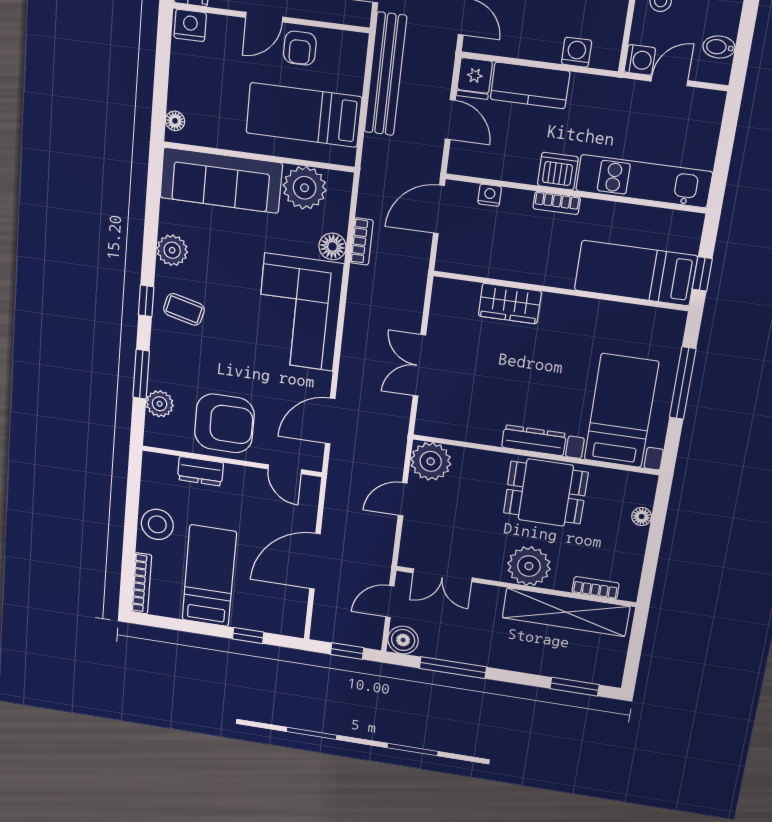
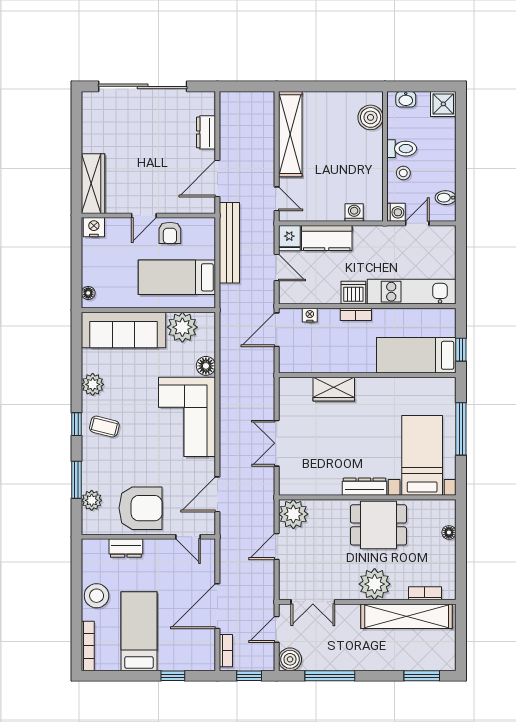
bookcase: (362, 241) -> (226, 651), moved

